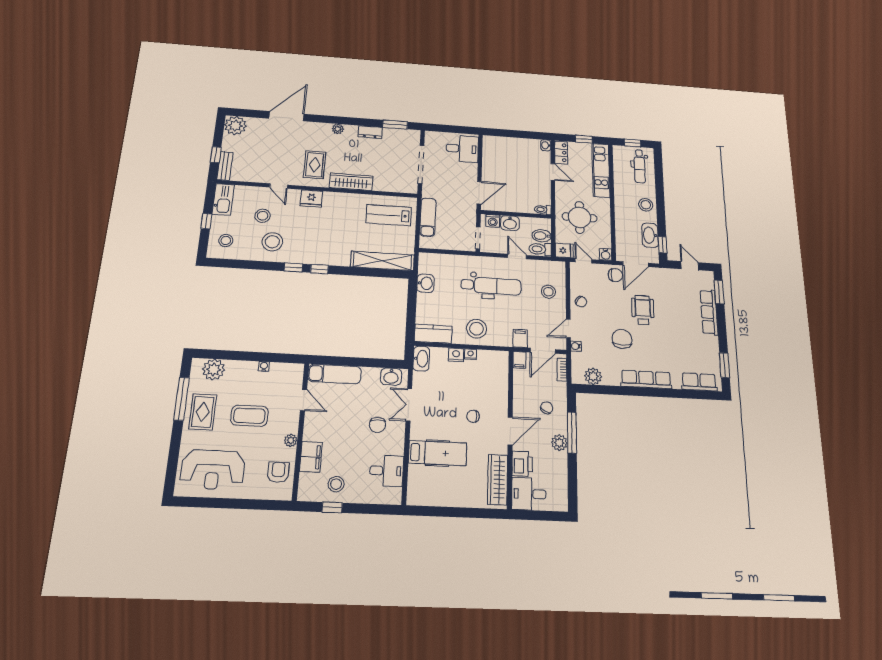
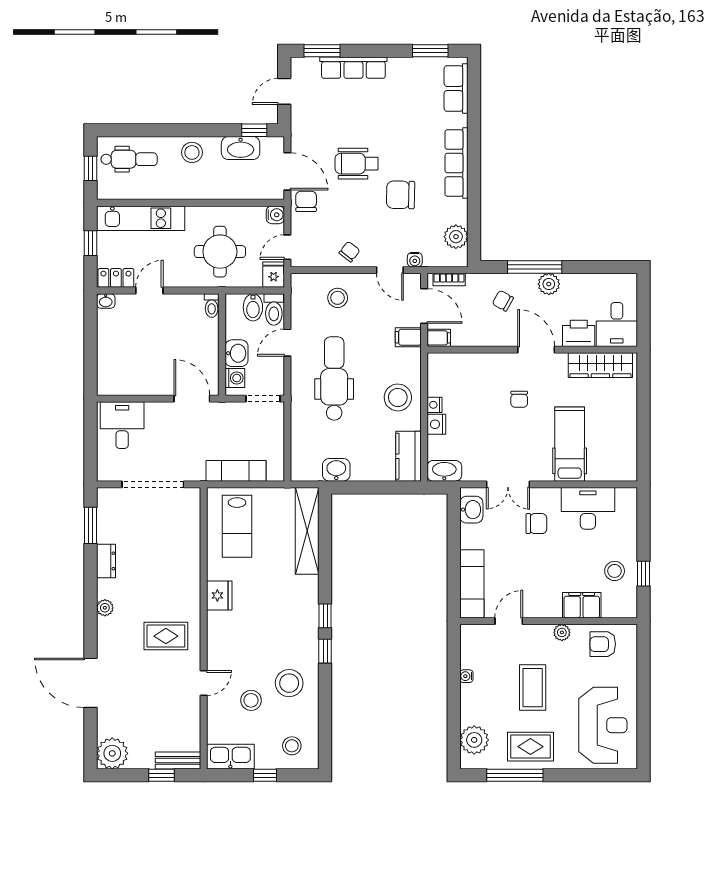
wardrobe: (351, 182) -> (189, 582), removed
fridge: (311, 198) -> (219, 595), moved
desk: (387, 471) -> (588, 508), width x1.37

